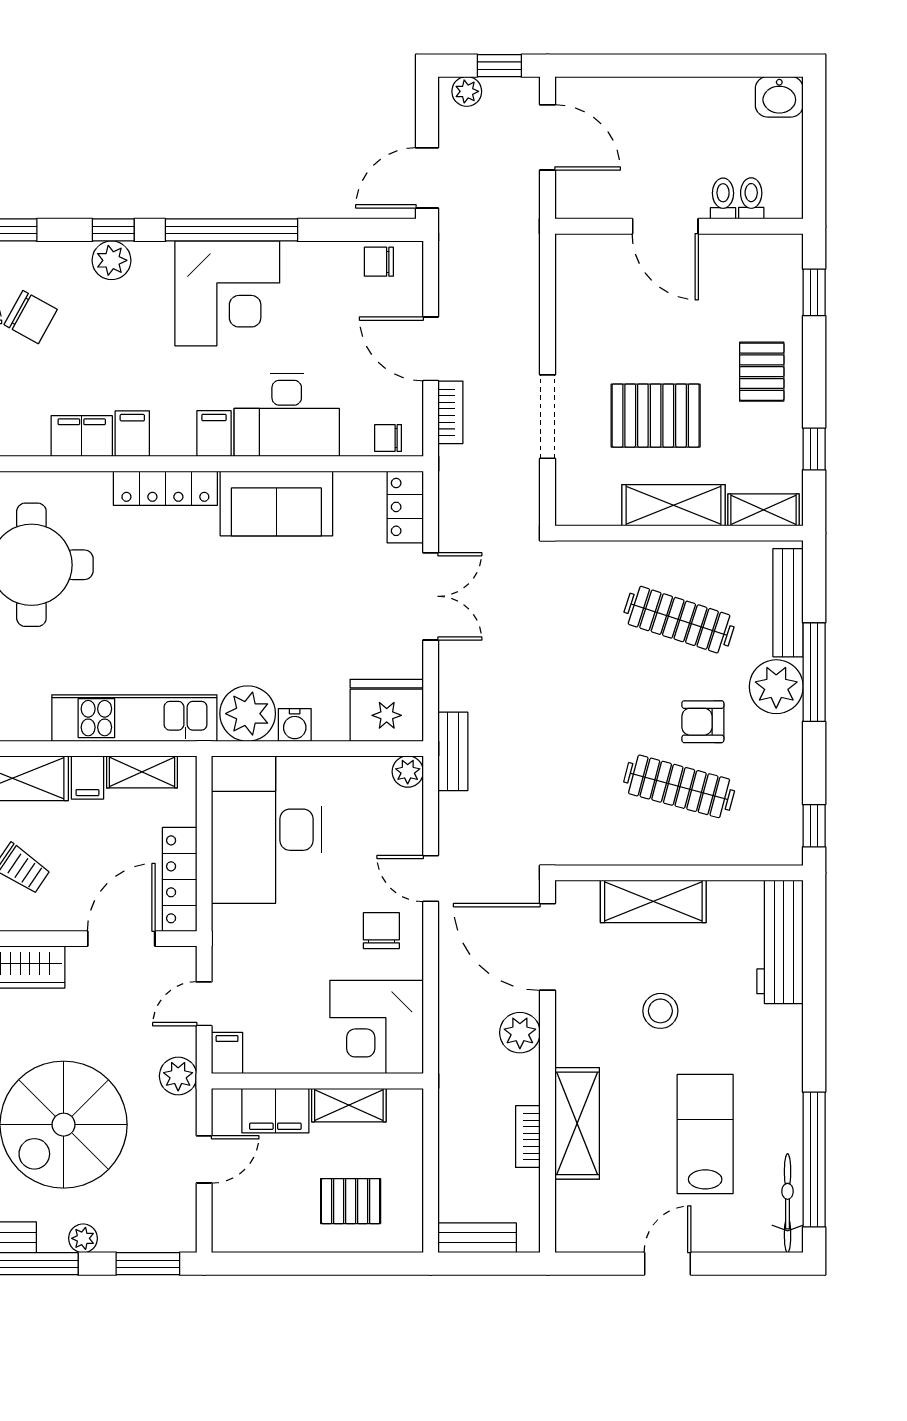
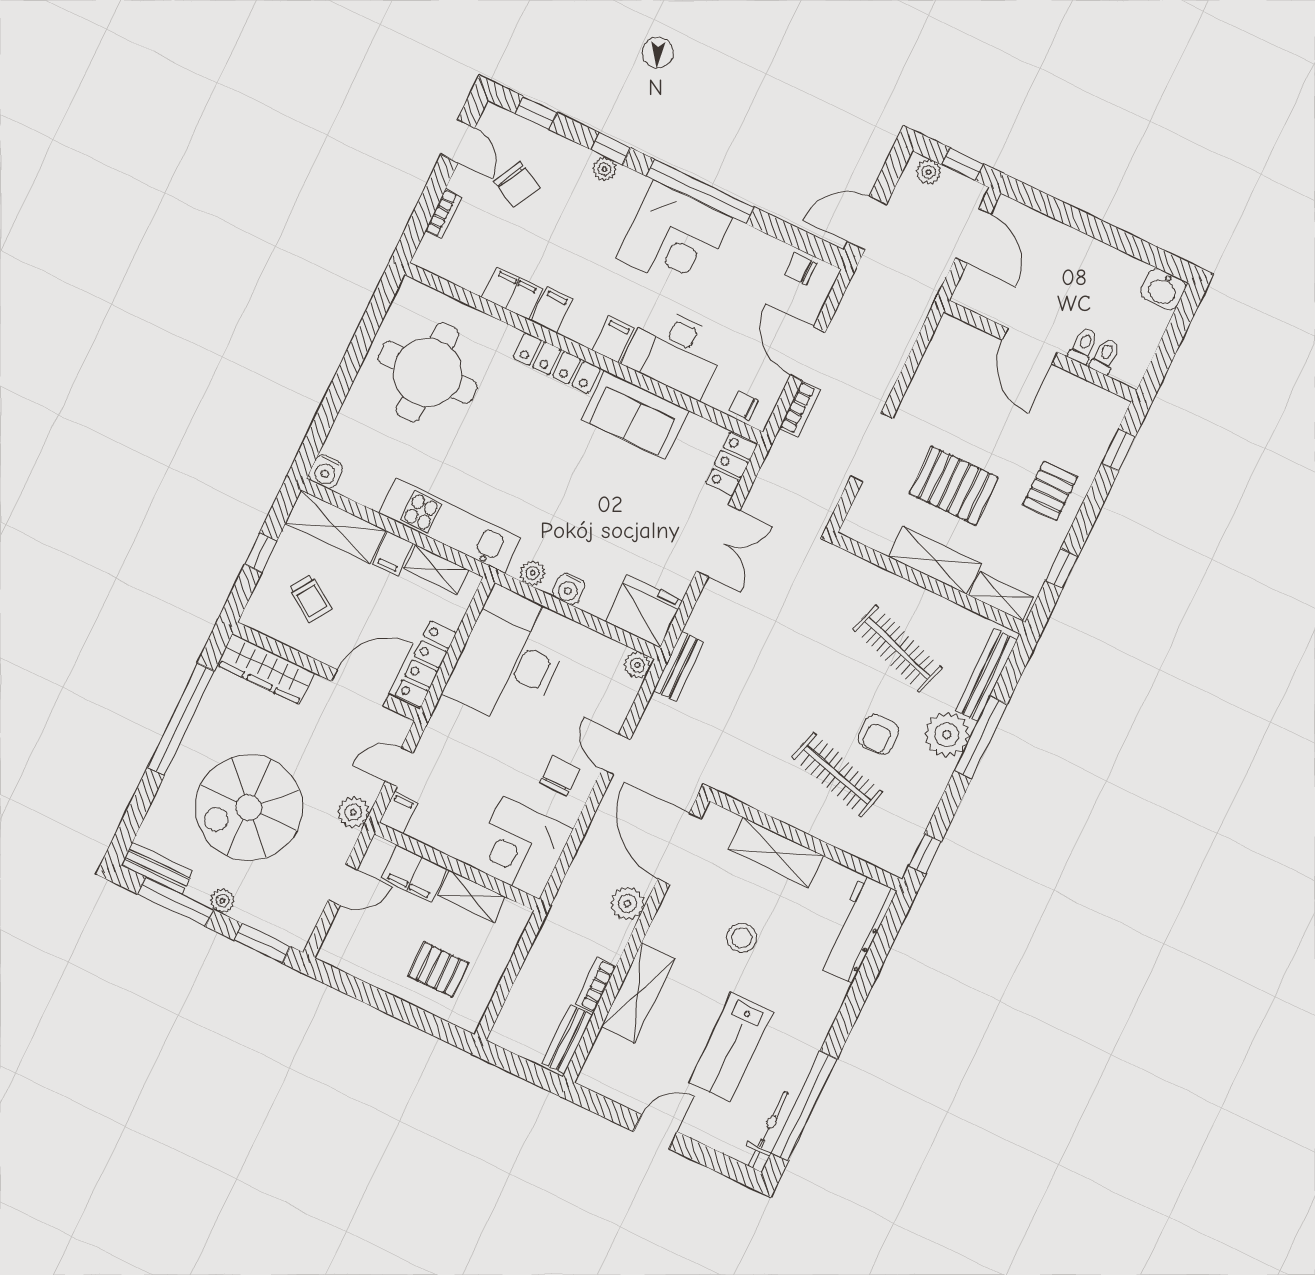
plant: (112, 260) -> (604, 169), width x0.73, depth x0.73
plant: (248, 714) -> (532, 573), width x0.53, depth x0.53
armchair: (703, 722) -> (879, 734), turned -90
lab bench: (705, 1134) -> (731, 1047), turned 180
bench: (477, 1238) -> (567, 1039), moved, turned 90

